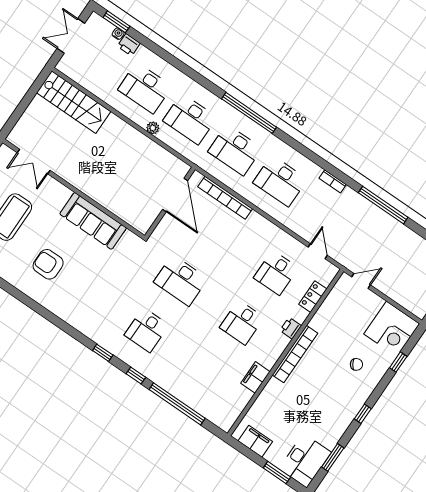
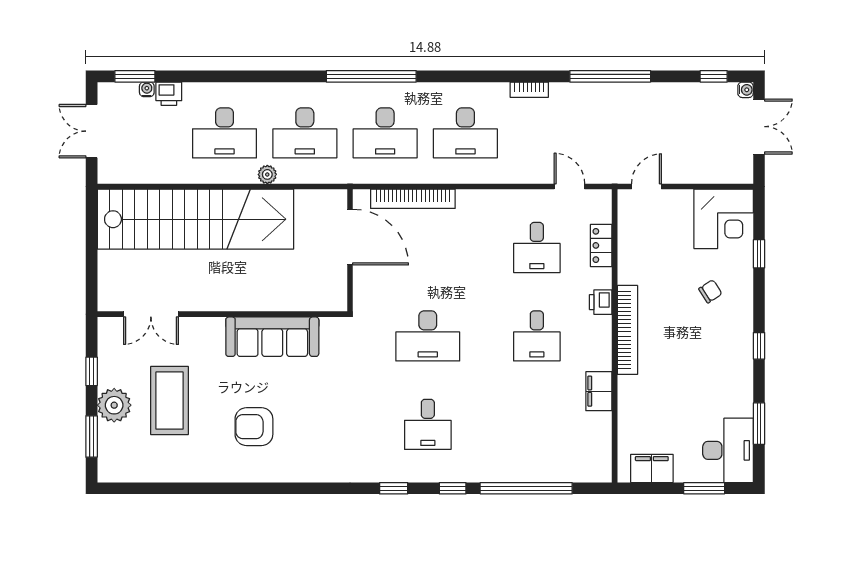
stairs: (74, 102) -> (195, 219), width x1.86, depth x1.51

